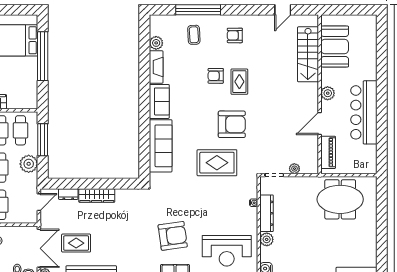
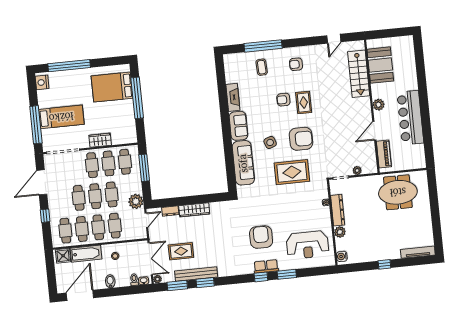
plant: (156, 43) -> (231, 77), removed
side table: (195, 125) -> (270, 142), added
plant: (29, 164) -> (136, 201), moved
armchair: (173, 236) -> (261, 237), turned -82

